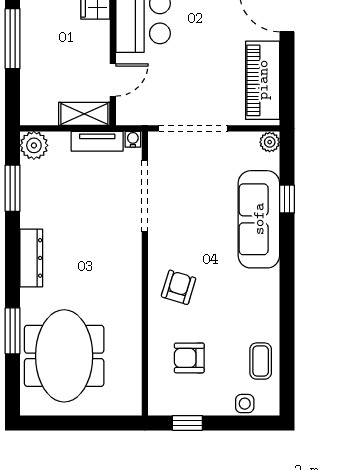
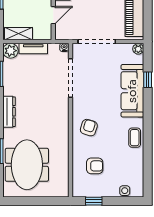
shelving: (84, 114) -> (18, 34), moved
tv unit: (97, 141) -> (33, 48), moved
armchair: (189, 358) -> (95, 166), turned 180
coffee table: (261, 361) -> (135, 138), moved

